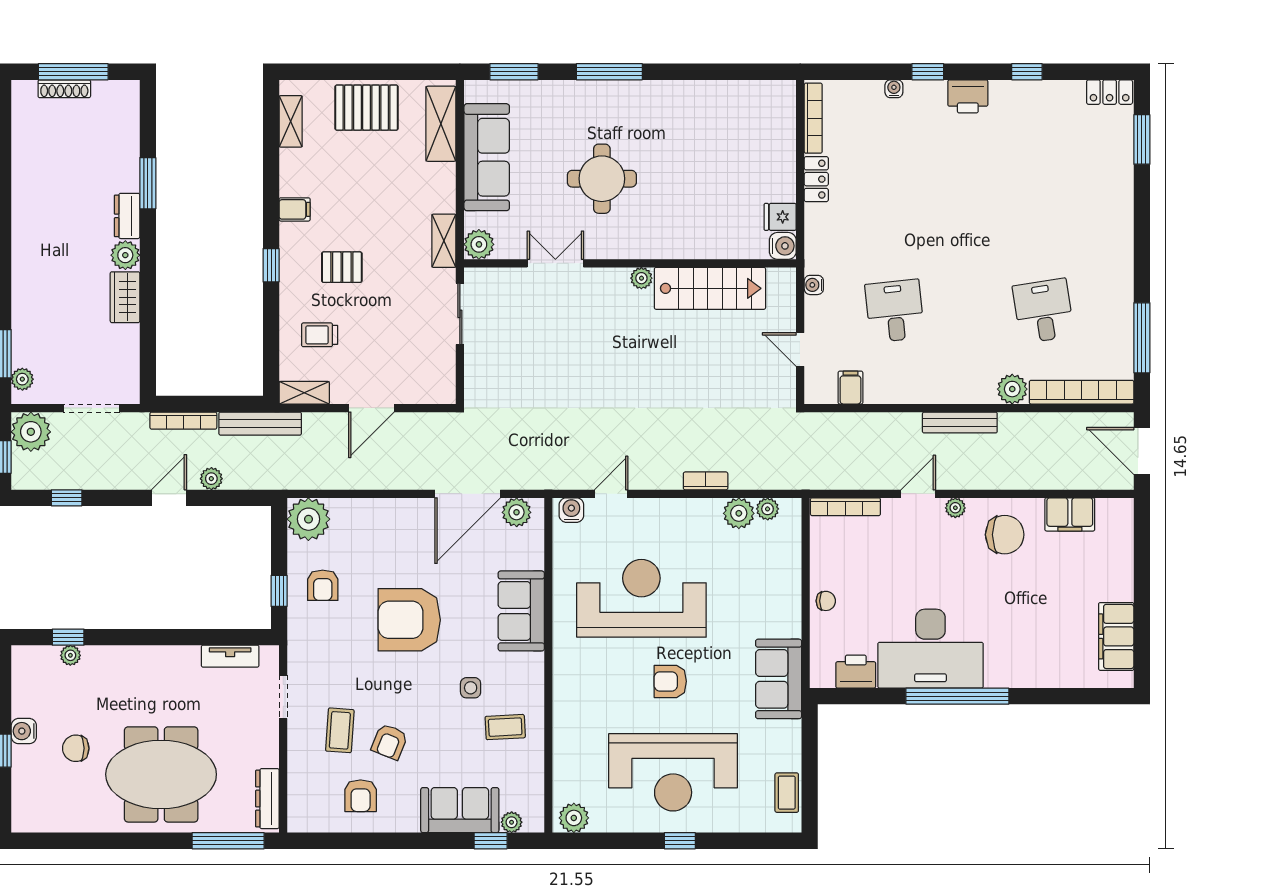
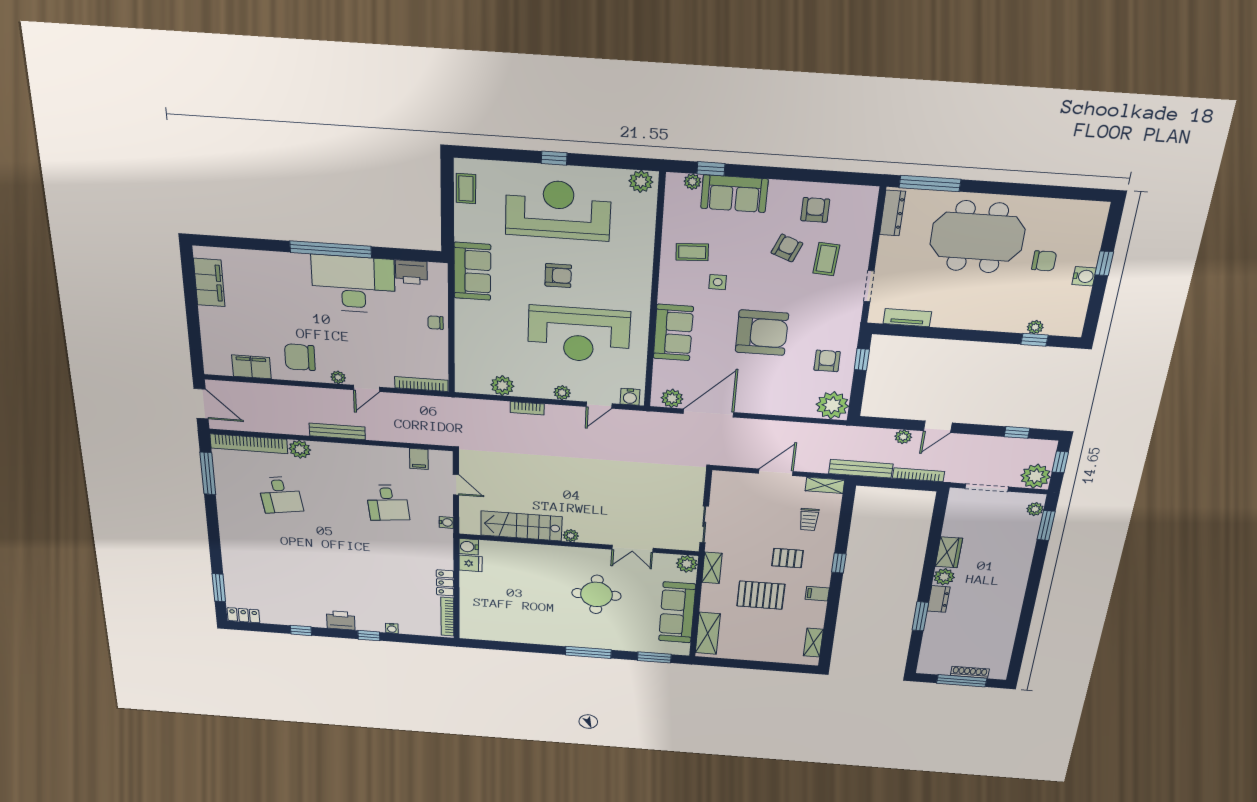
pallet: (367, 108) -> (761, 595), moved
trolley: (320, 335) -> (809, 520), turned 90
plant: (768, 509) -> (562, 393), moved

